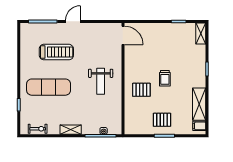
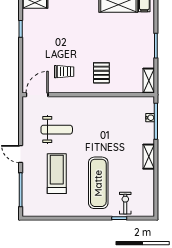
trolley: (165, 78) -> (64, 72), moved
weight bench: (101, 81) -> (57, 130), moved
pallet: (162, 120) -> (137, 49), removed
exercise bike: (38, 129) -> (125, 203), moved
shelving: (135, 130) -> (149, 81), added

